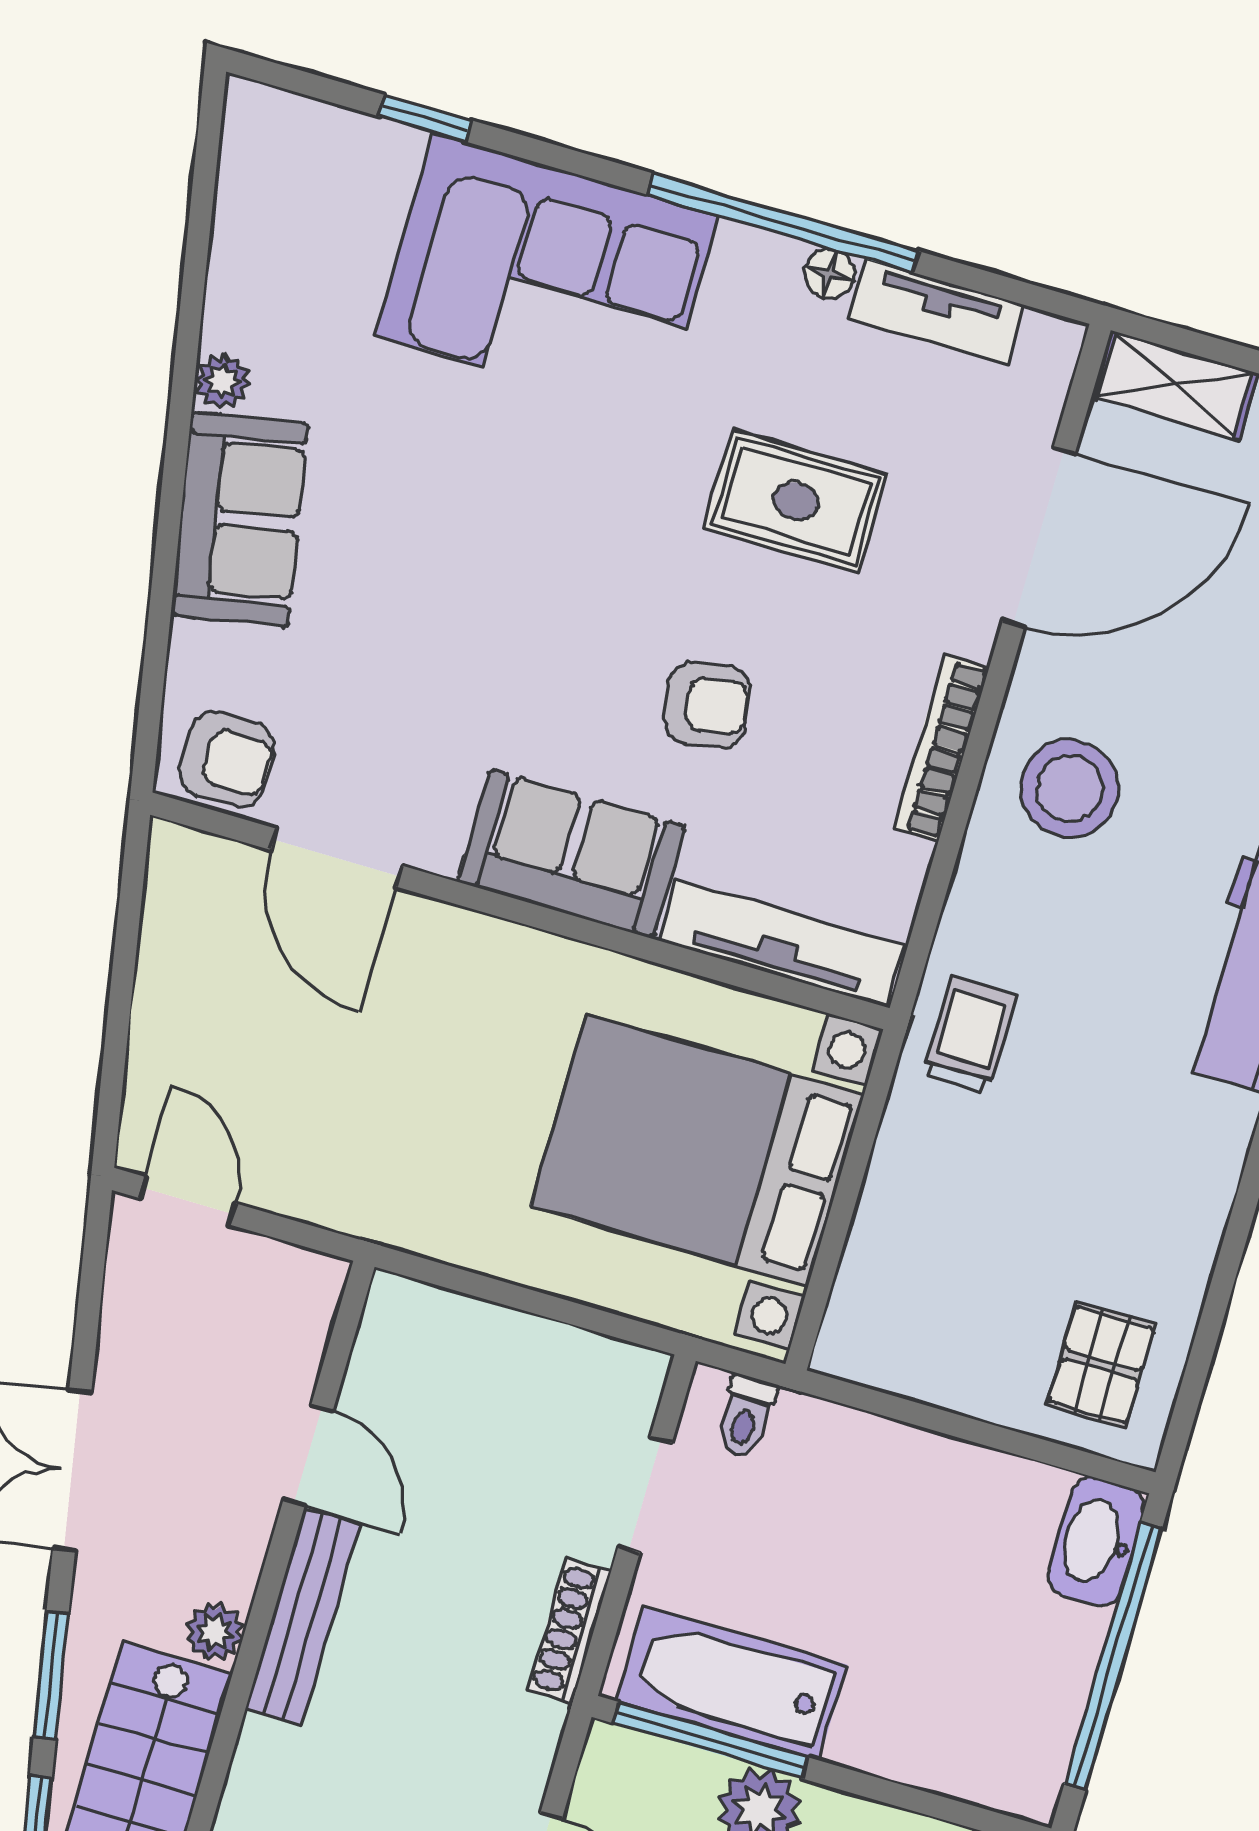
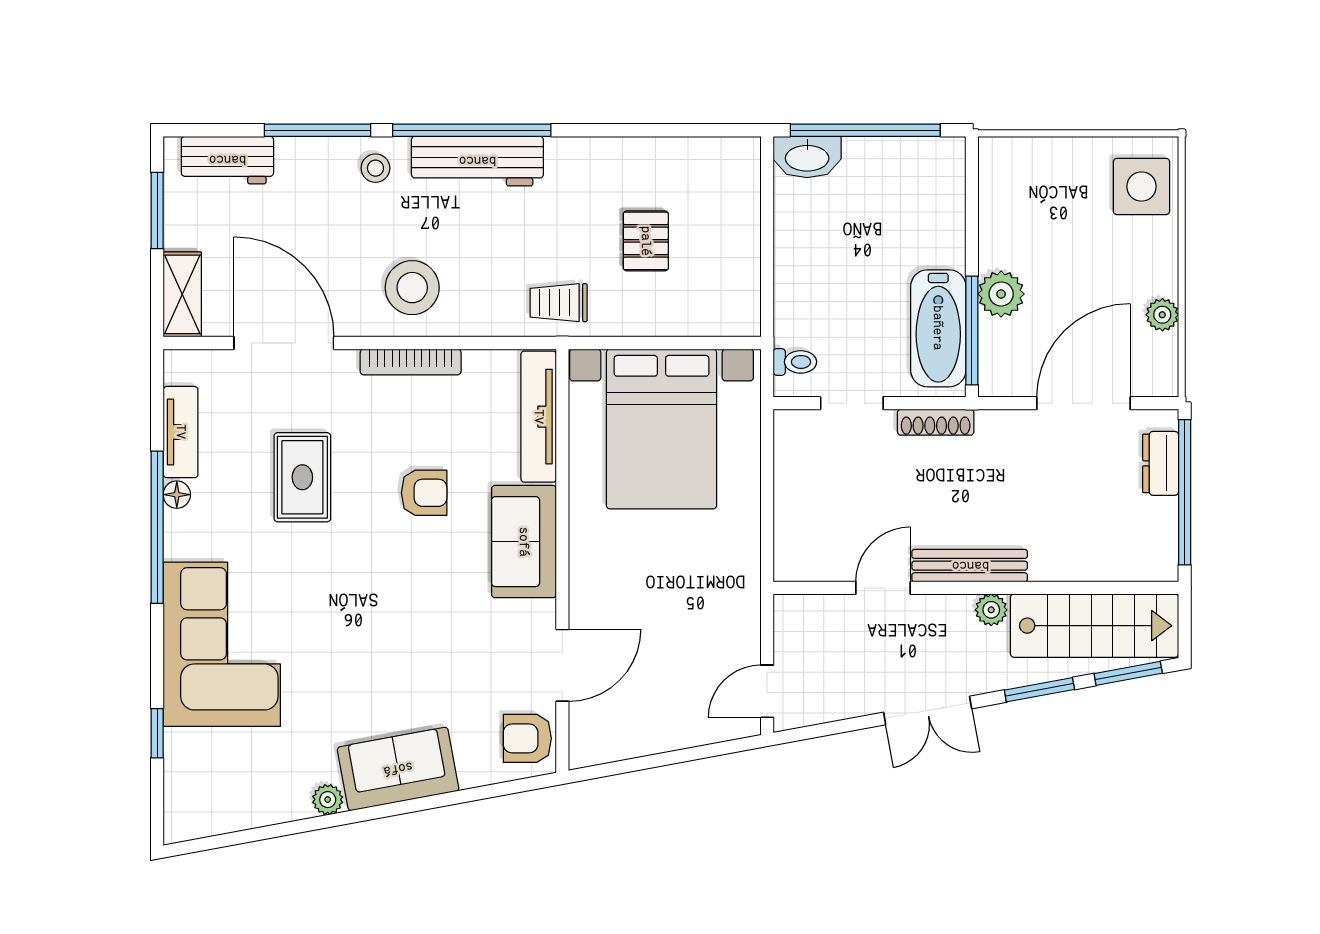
armchair: (707, 705) -> (424, 493), turned 100
armchair: (227, 759) -> (527, 738), turned -90
pallet: (1101, 1365) -> (646, 241), moved, turned 90

